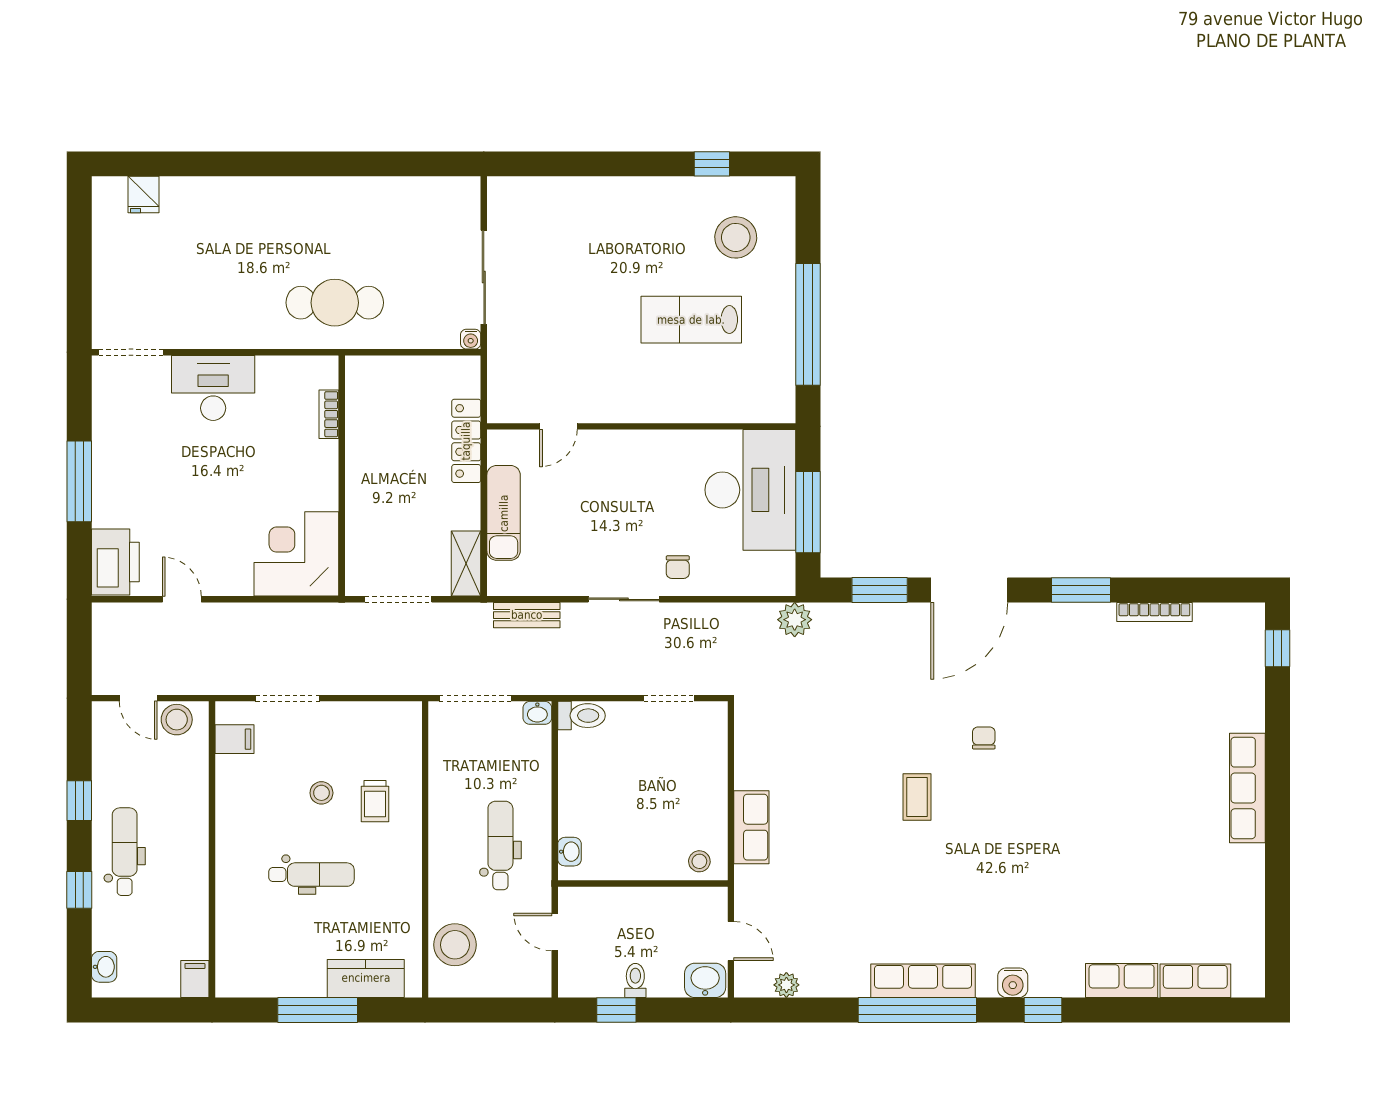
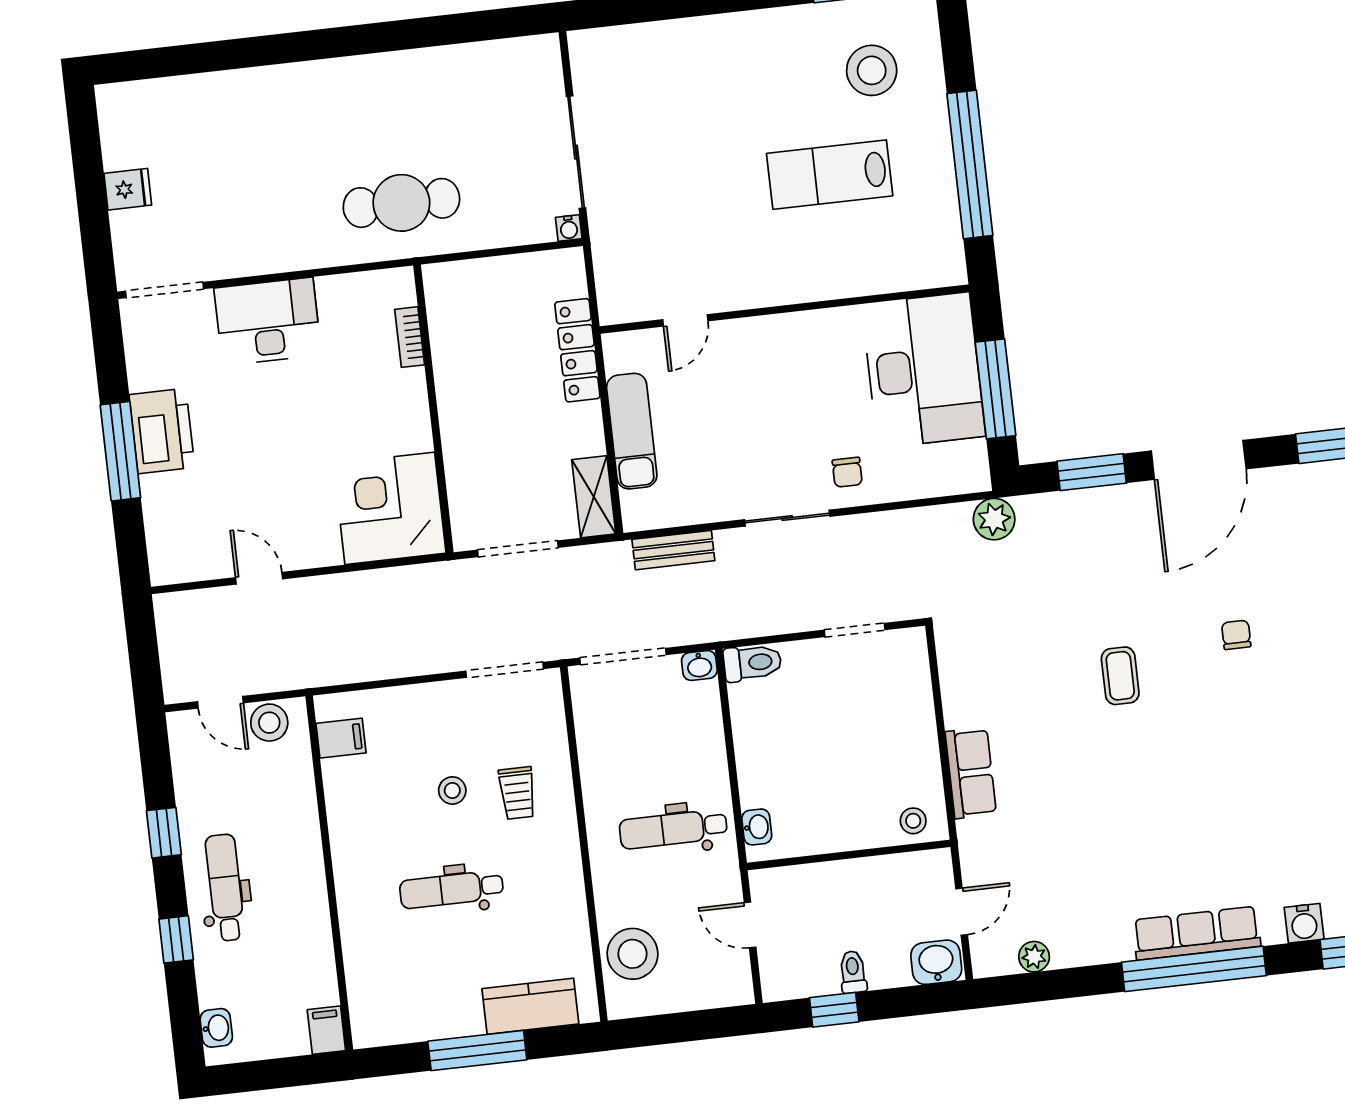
fridge: (143, 195) -> (128, 189), moved, turned -90
printer: (115, 562) -> (162, 431), moved
doorway: (288, 698) -> (505, 670), moved
coffee table: (917, 797) -> (1120, 676), moved
dental chair: (500, 846) -> (673, 829), turned -90
dental chair: (311, 875) -> (451, 889), turned 180
door: (731, 941) -> (962, 912), hinge flipped

